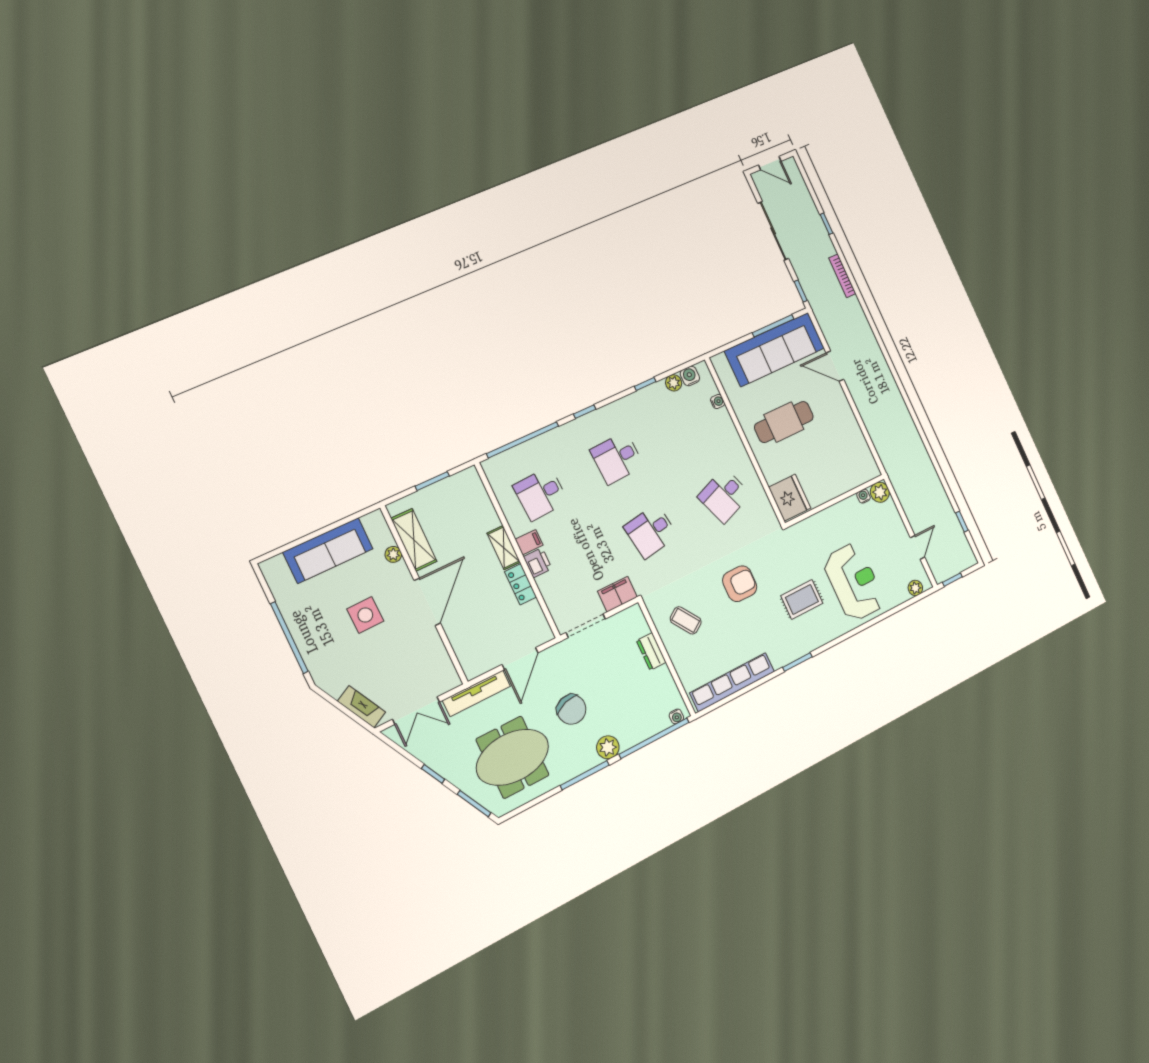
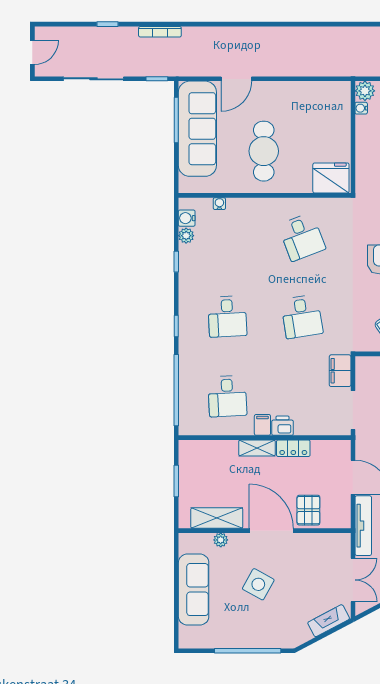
side table: (365, 615) -> (258, 584), turned 30
pallet: (466, 630) -> (308, 510), added

